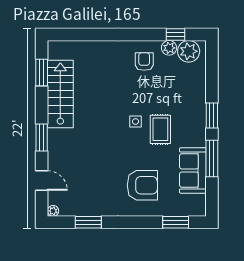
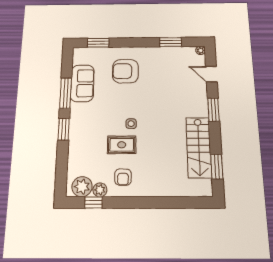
rug: (160, 129) -> (122, 145), moved, turned 90

